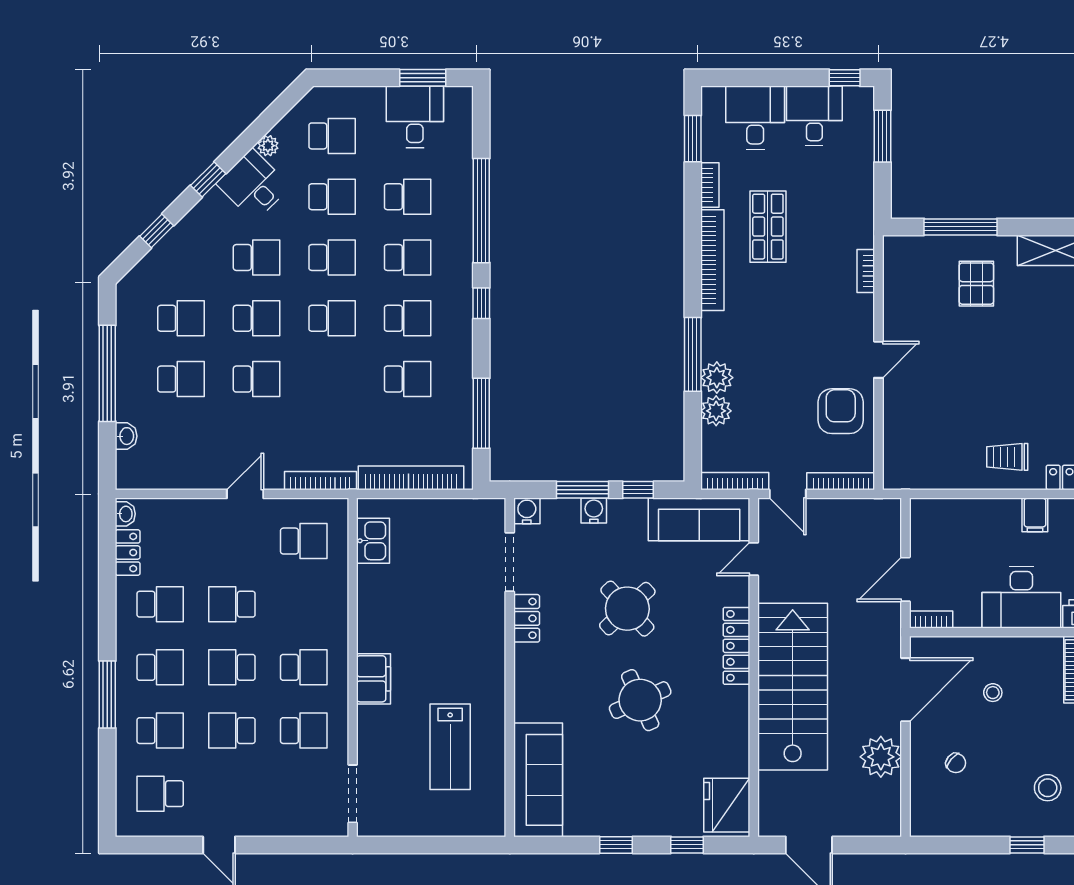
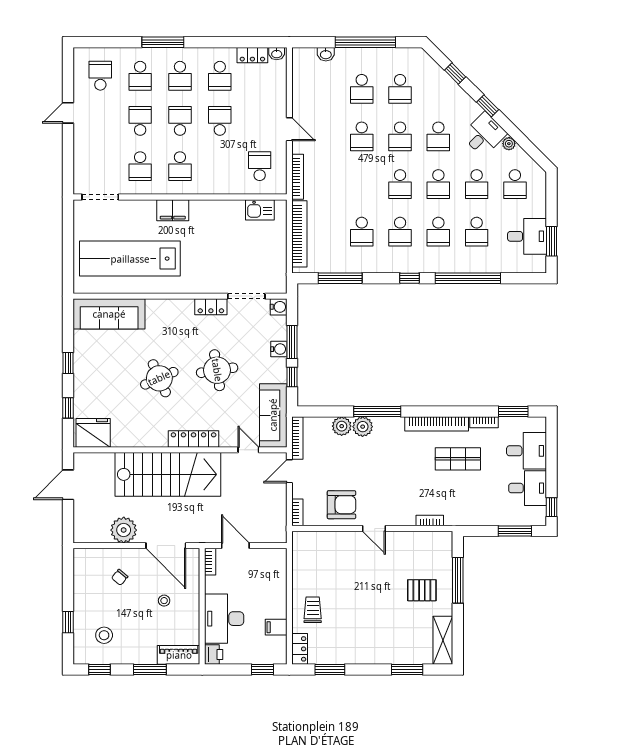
bookcase: (841, 481) -> (297, 512), width x0.64
school desk: (304, 541) -> (260, 166), turned 180
round table: (627, 609) -> (217, 370), turned 34
lab bench: (450, 747) -> (130, 259), width x1.86, depth x1.39

